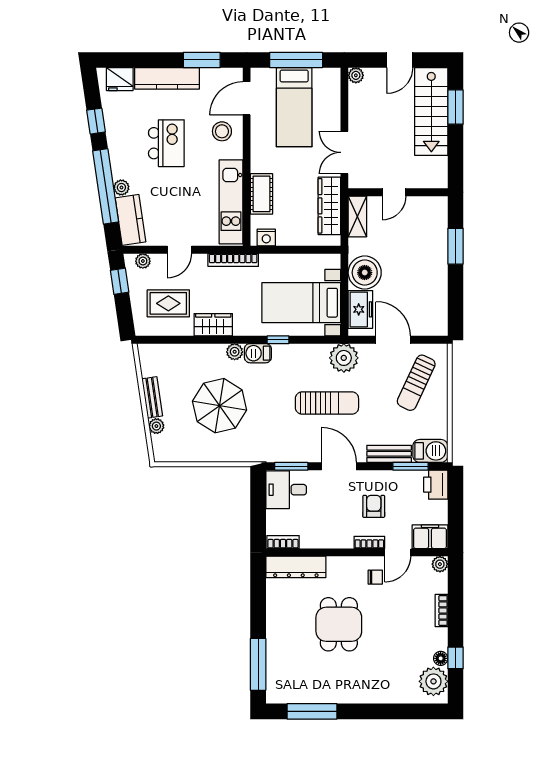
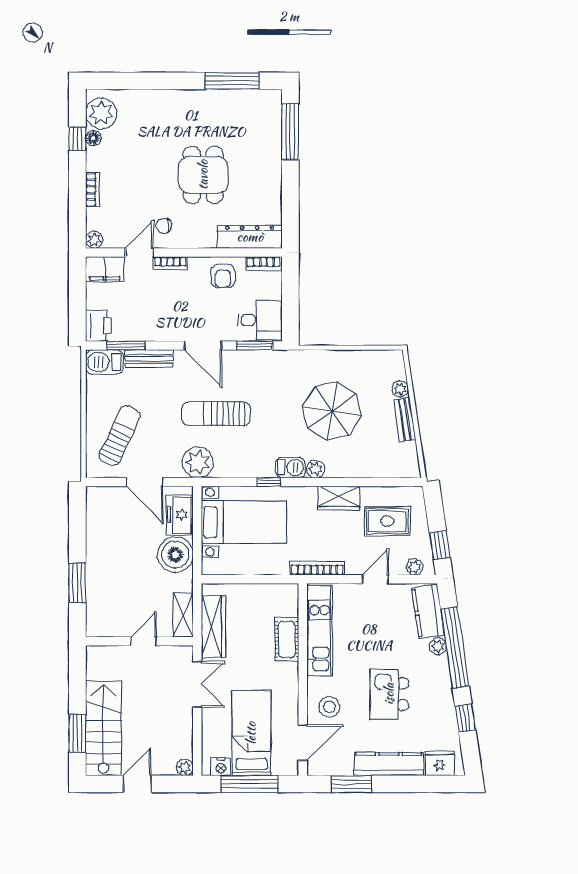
nightstand: (266, 237) -> (221, 767), moved, turned 180
armchair: (374, 506) -> (223, 276), moved

